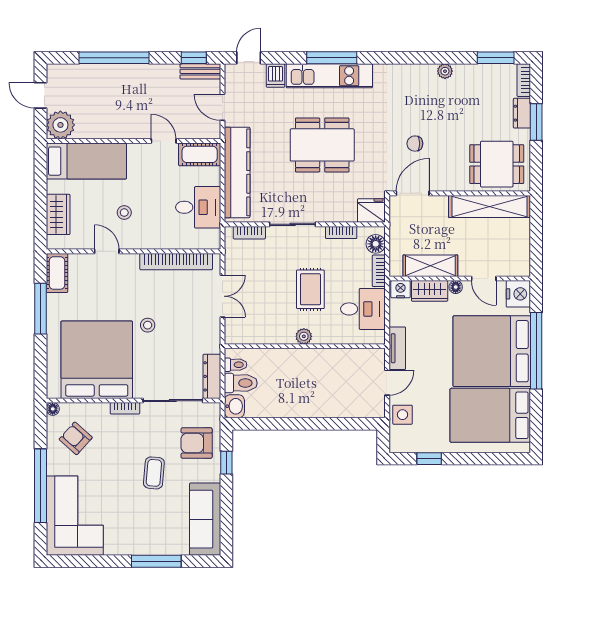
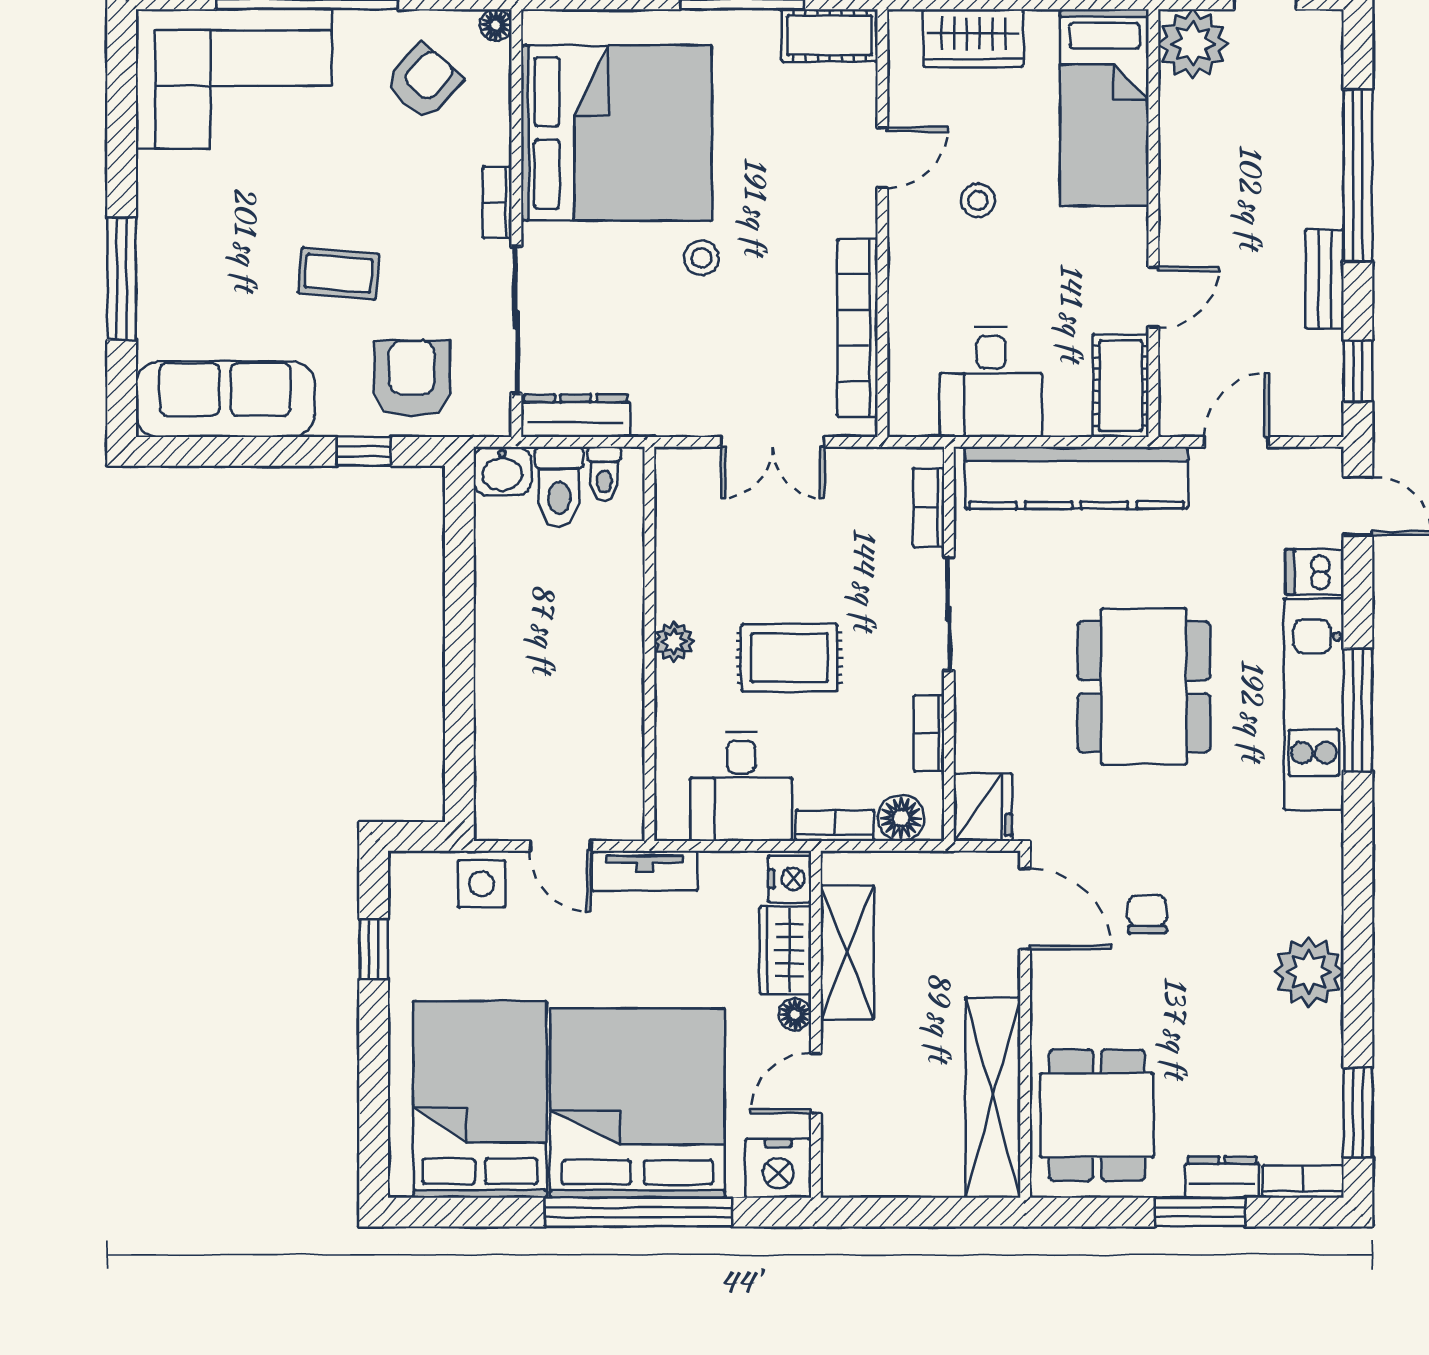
bench: (200, 71) -> (1325, 279), moved
plant: (445, 71) -> (1309, 972), width x1.88, depth x1.88

